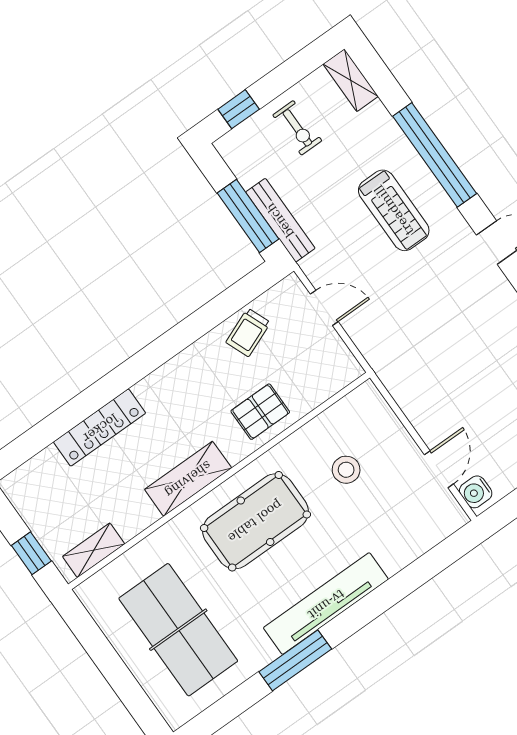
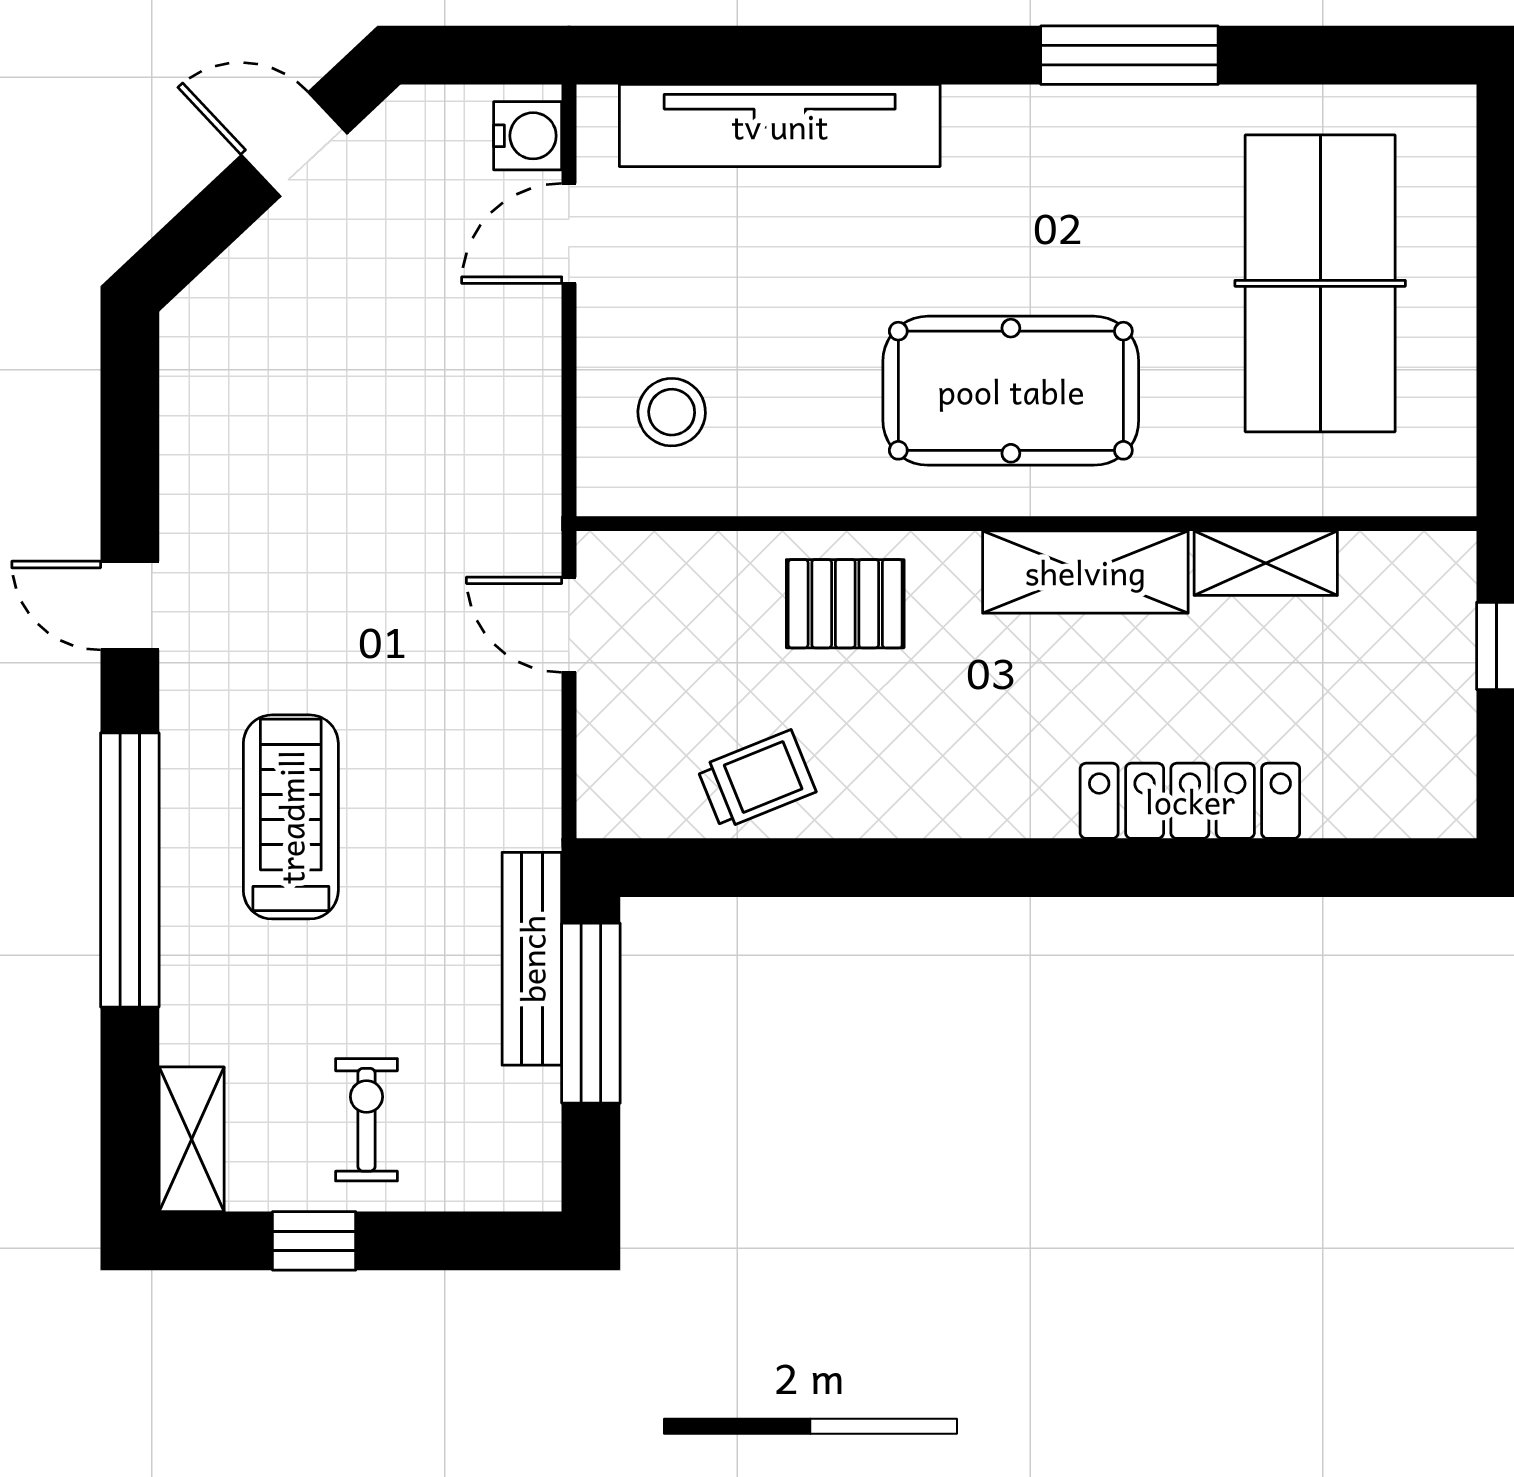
window: (239, 109) -> (314, 1241), moved
door: (324, 308) -> (569, 625), moved
stool: (346, 470) -> (672, 412), moved
shelving: (94, 550) -> (1266, 563), moved
tv unit: (326, 604) -> (780, 126), moved

